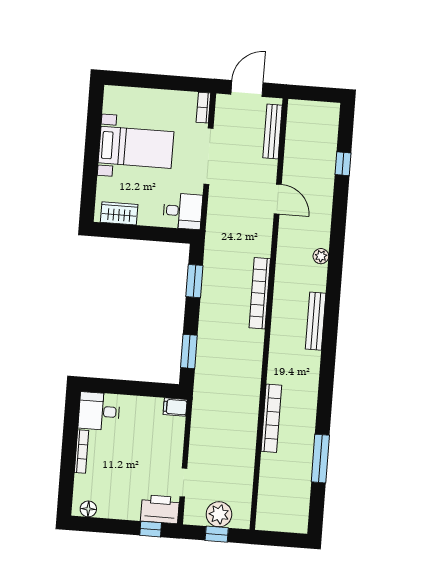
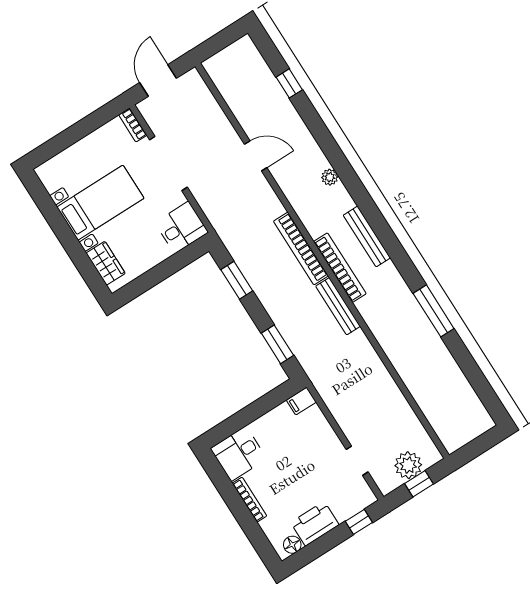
bench: (273, 131) -> (338, 306), moved
wardrobe: (119, 213) -> (106, 263), moved, turned 90
bookcase: (271, 418) -> (340, 268), moved
window: (320, 459) -> (434, 311), moved
printer: (160, 509) -> (315, 524), moved

